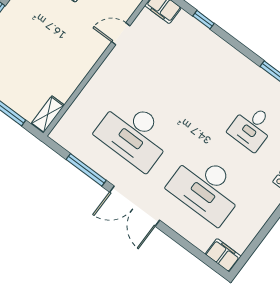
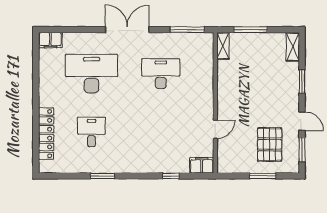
desk: (134, 134) -> (161, 74), width x0.73, depth x0.77
window: (86, 170) -> (187, 30), moved

